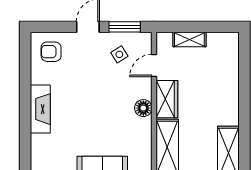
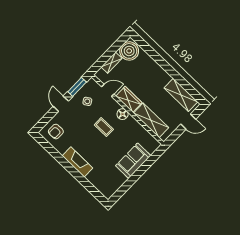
boiler: (222, 47) -> (129, 51), added
door: (154, 66) -> (108, 90), swing flipped
coffee table: (108, 101) -> (104, 127), added

